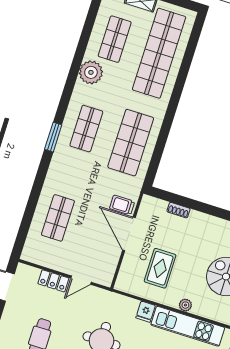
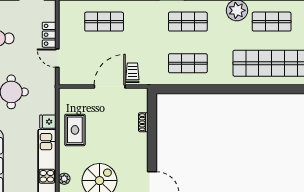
shop shelf: (131, 143) -> (188, 63), width x0.70, depth x0.74
rug: (160, 268) -> (75, 130), moved, turned 90
plant: (185, 305) -> (64, 179), moved

